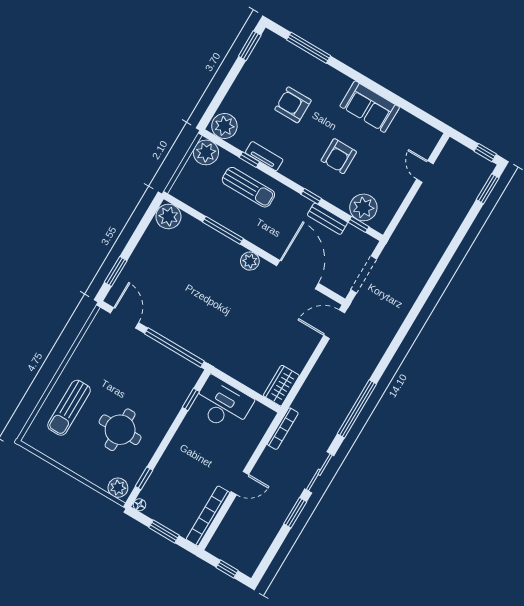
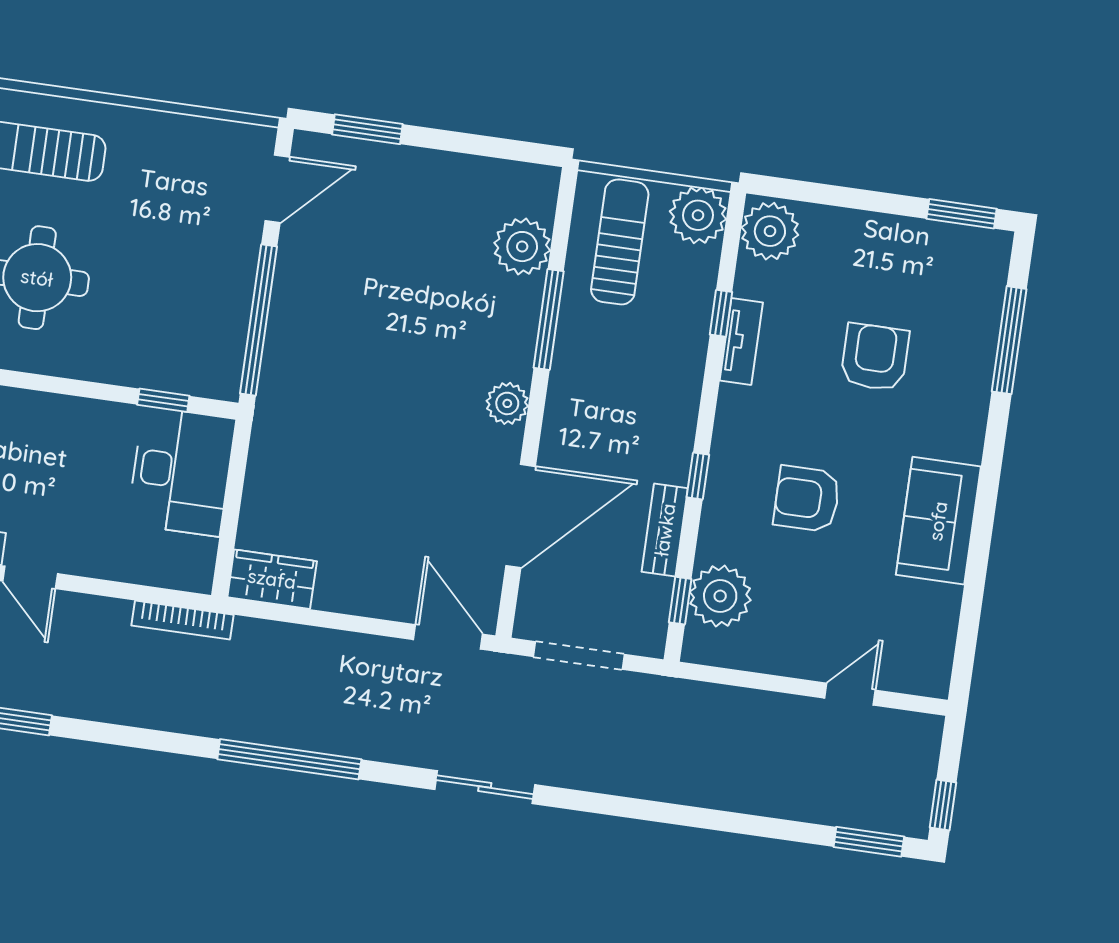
sun lounger: (248, 187) -> (620, 242), moved, turned 180
plant: (168, 216) -> (522, 247), moved
sliding door: (319, 472) -> (485, 787), moved

